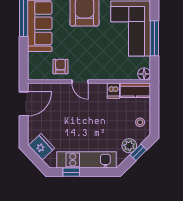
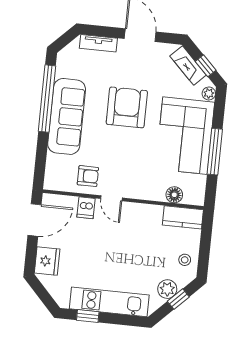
armchair: (60, 67) -> (88, 176), turned 90
floor lamp: (144, 74) -> (174, 195), moved
dishwasher: (113, 91) -> (86, 208), moved
fridge: (41, 147) -> (47, 261), moved, turned 43

